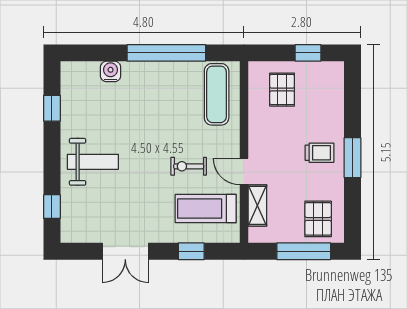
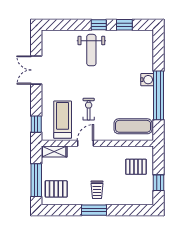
water cooler: (111, 71) -> (147, 80), moved
shelving: (257, 205) -> (54, 152), moved
window: (52, 207) -> (99, 25), moved
window: (191, 251) -> (36, 124), moved

